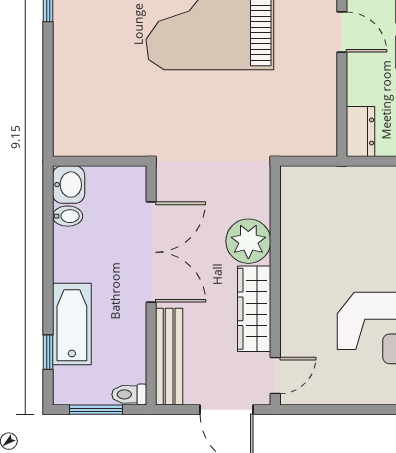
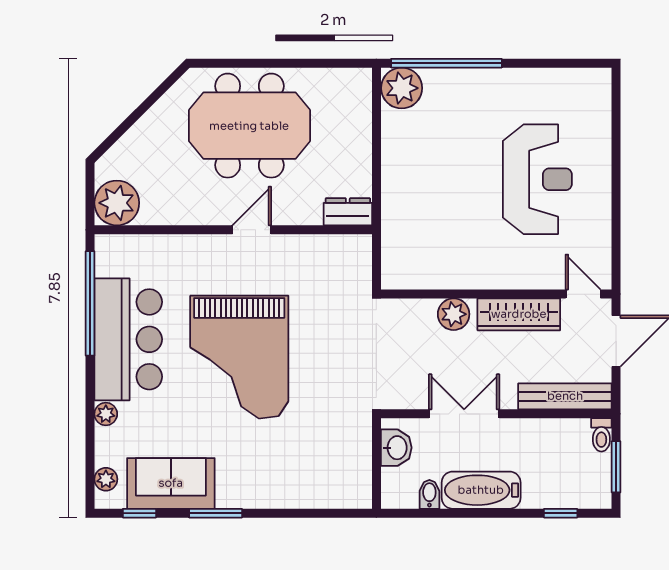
washbasin: (69, 185) -> (396, 448), moved, turned 90
plant: (248, 241) -> (454, 314), width x0.73, depth x0.73
double door: (151, 252) -> (464, 414), width x0.73
bathtub: (72, 324) -> (481, 490), moved

